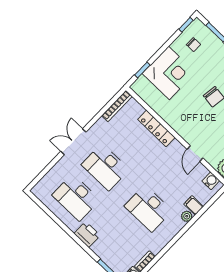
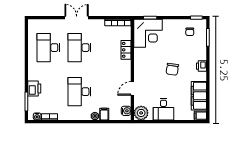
corner desk: (169, 73) -> (148, 33), moved
locker: (156, 128) -> (126, 50), width x0.66
printer: (87, 234) -> (34, 89), moved

